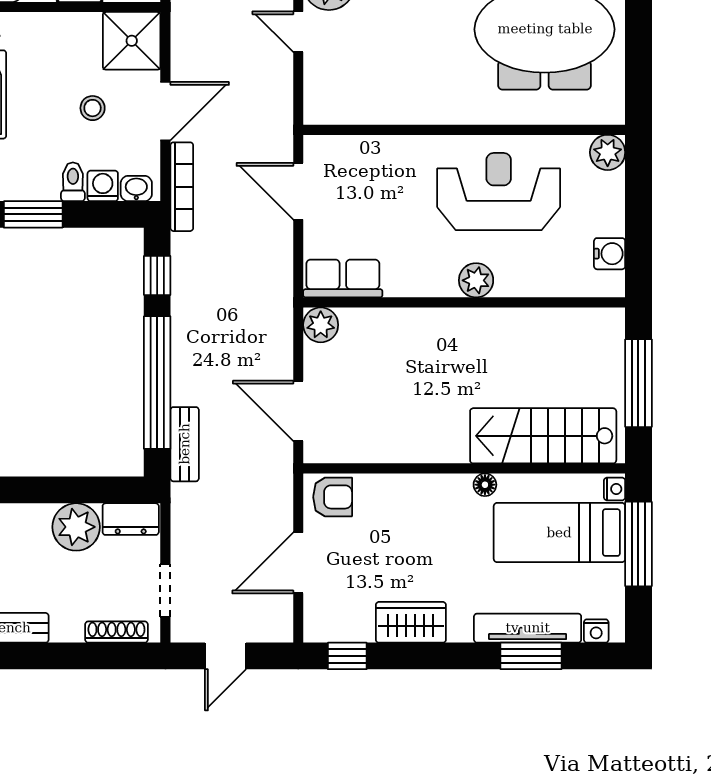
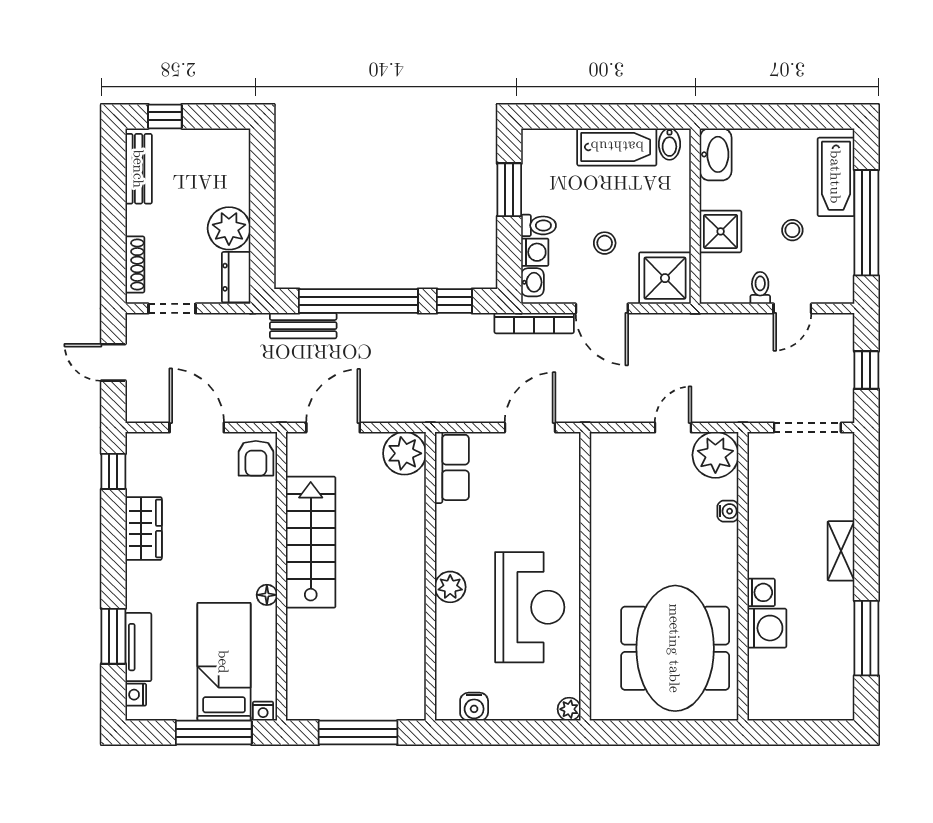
plant: (608, 152) -> (569, 709), width x0.73, depth x0.73
plant: (321, 325) -> (405, 453), width x1.36, depth x1.36
stairs: (543, 436) -> (311, 542), moved
tv unit: (528, 628) -> (138, 647), width x0.71

